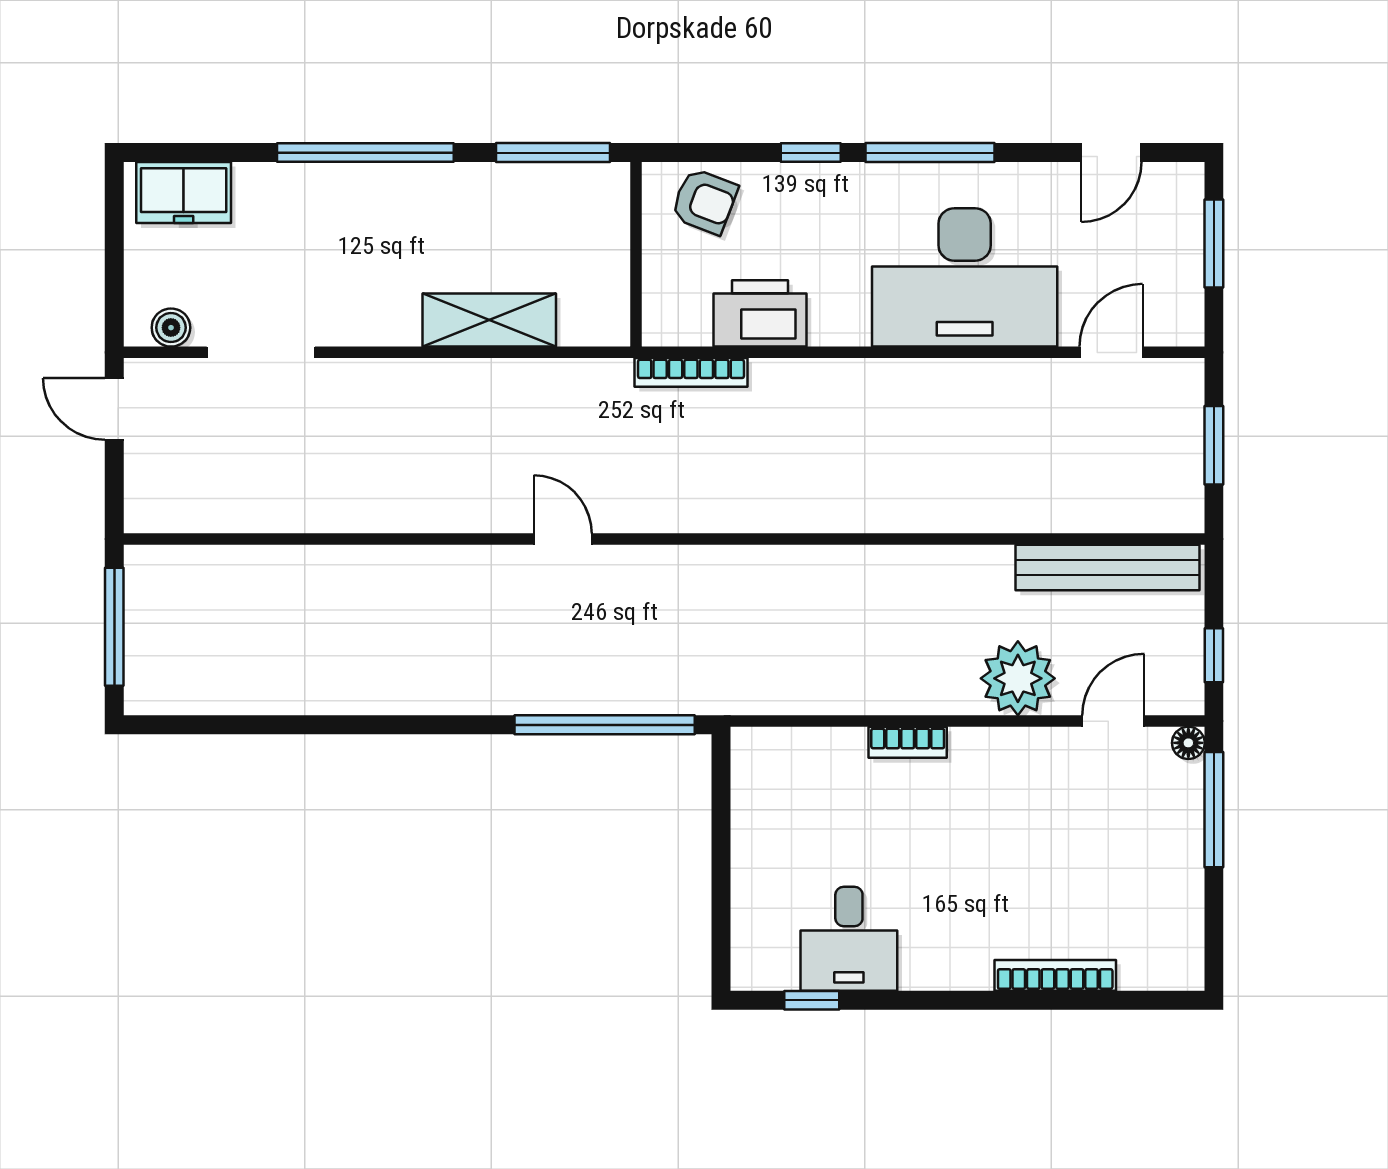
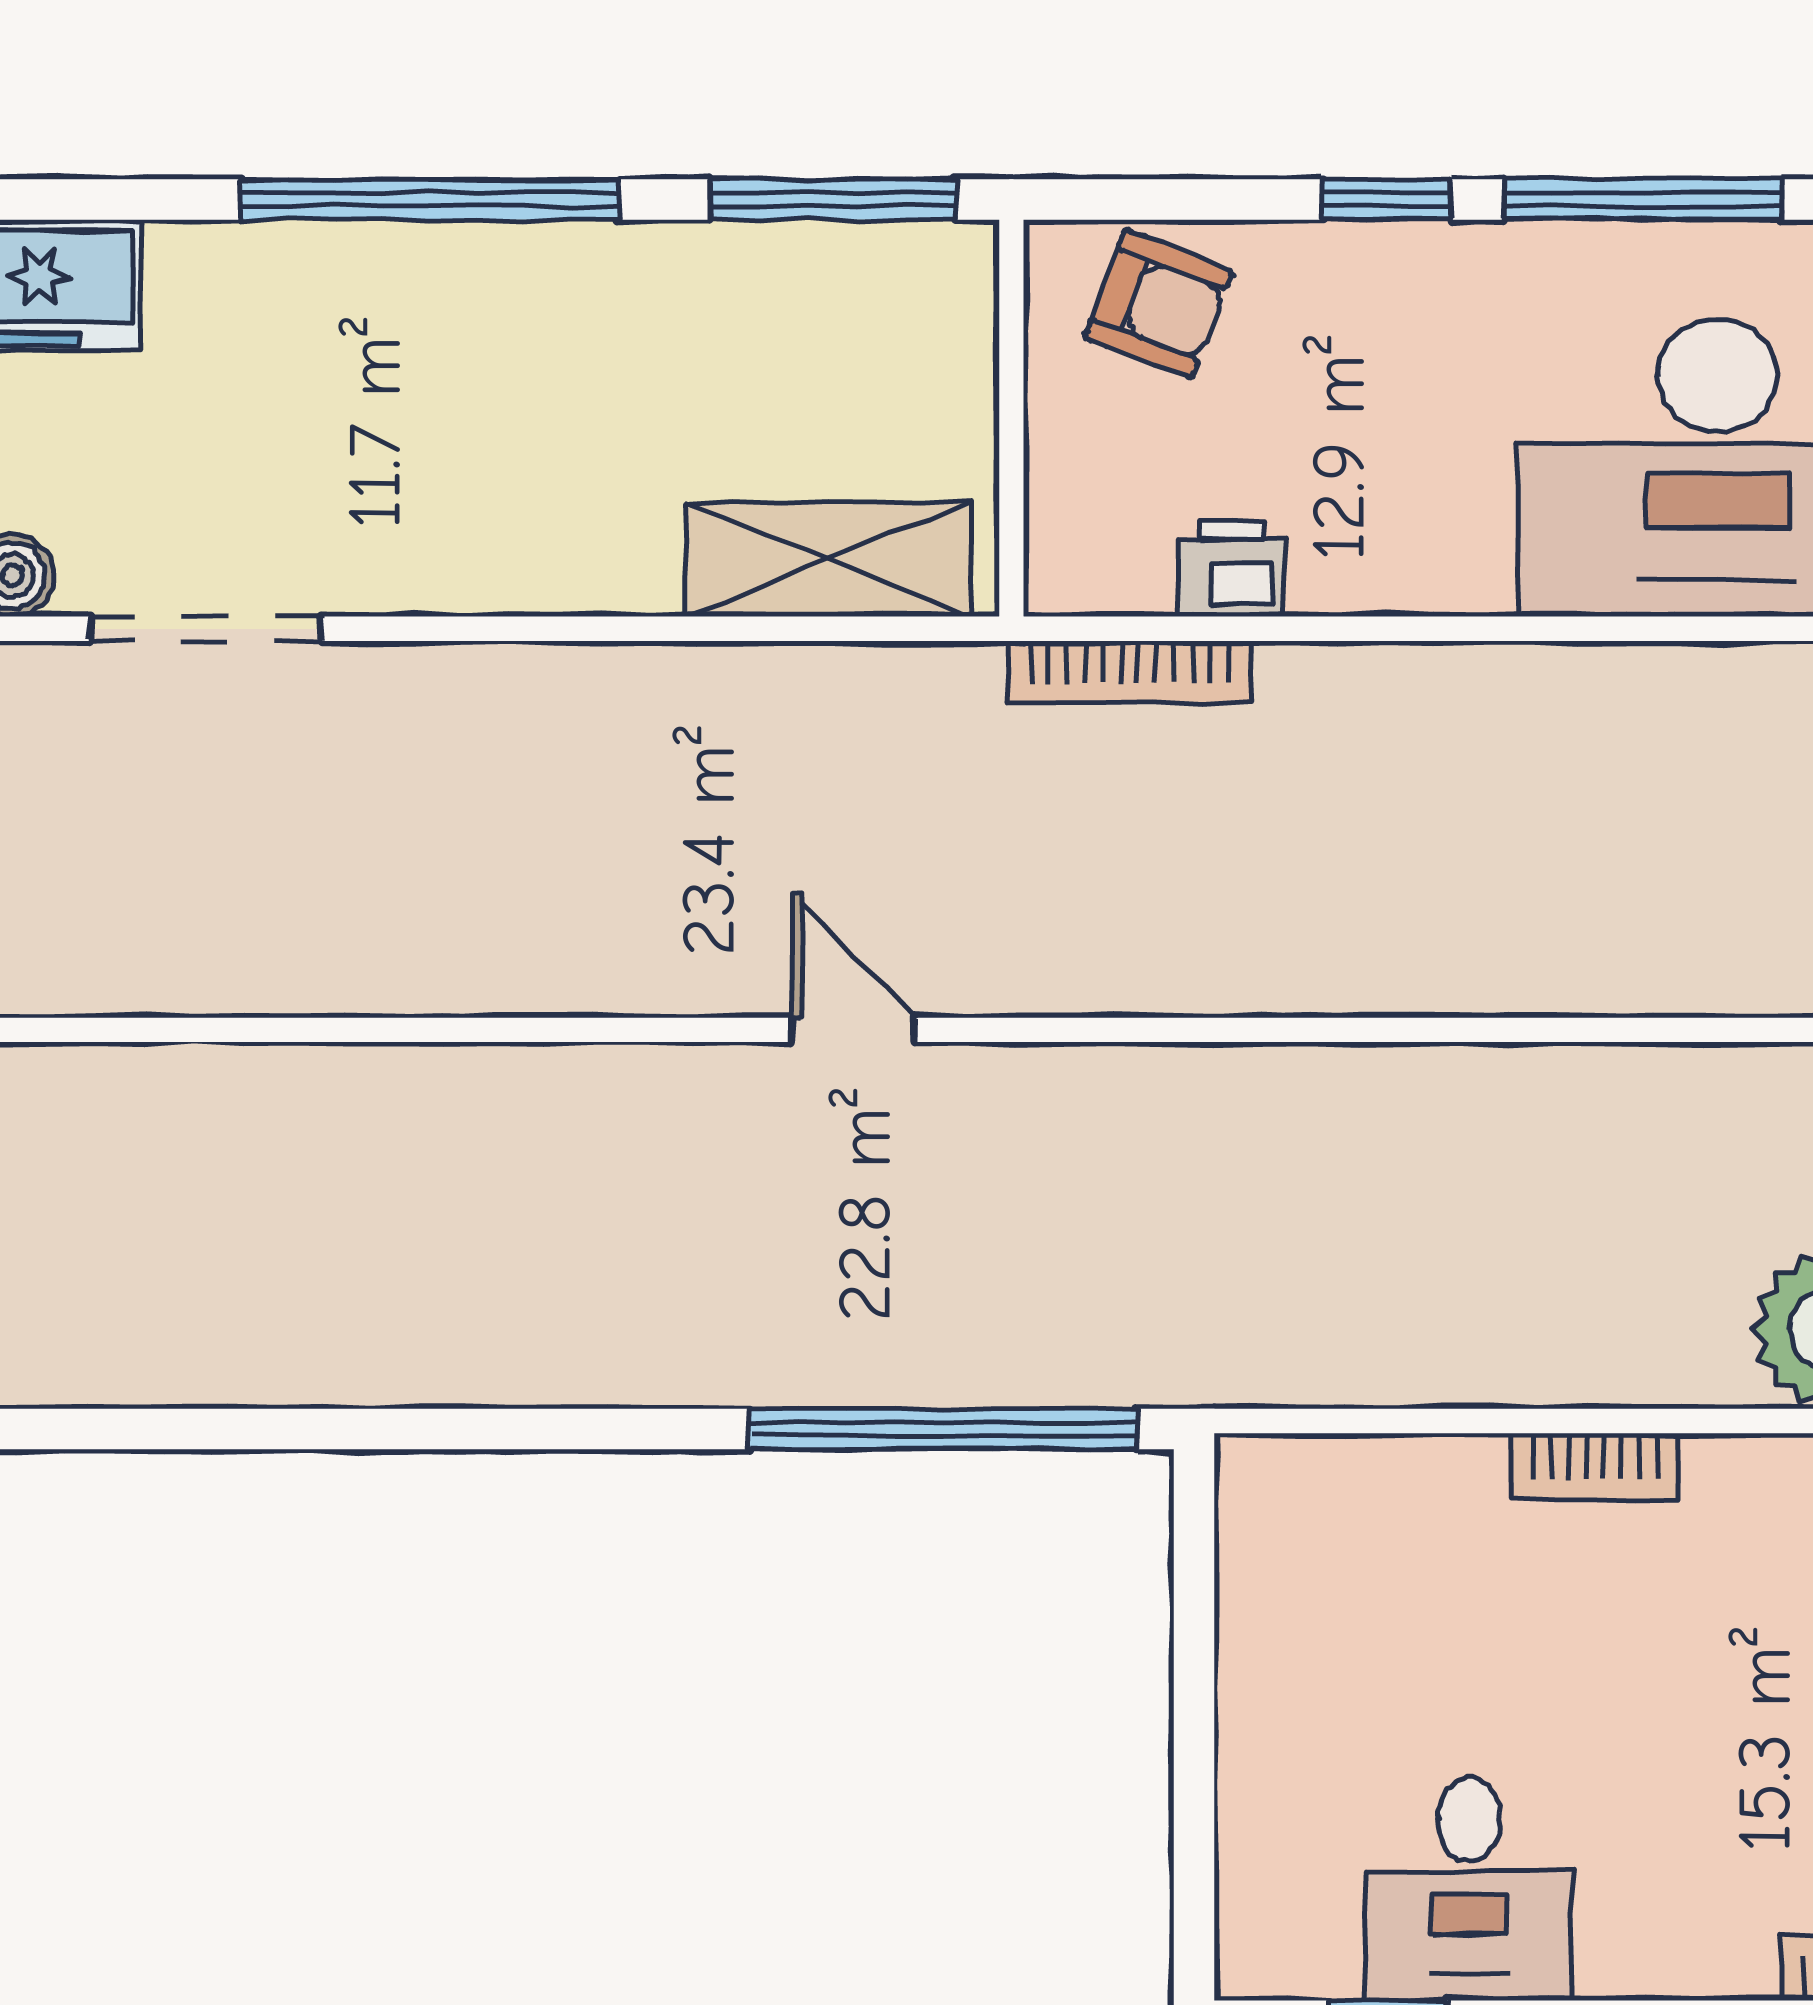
printer: (760, 313) -> (1231, 568), width x0.53, depth x0.68
shelving: (489, 320) -> (828, 559), moved

